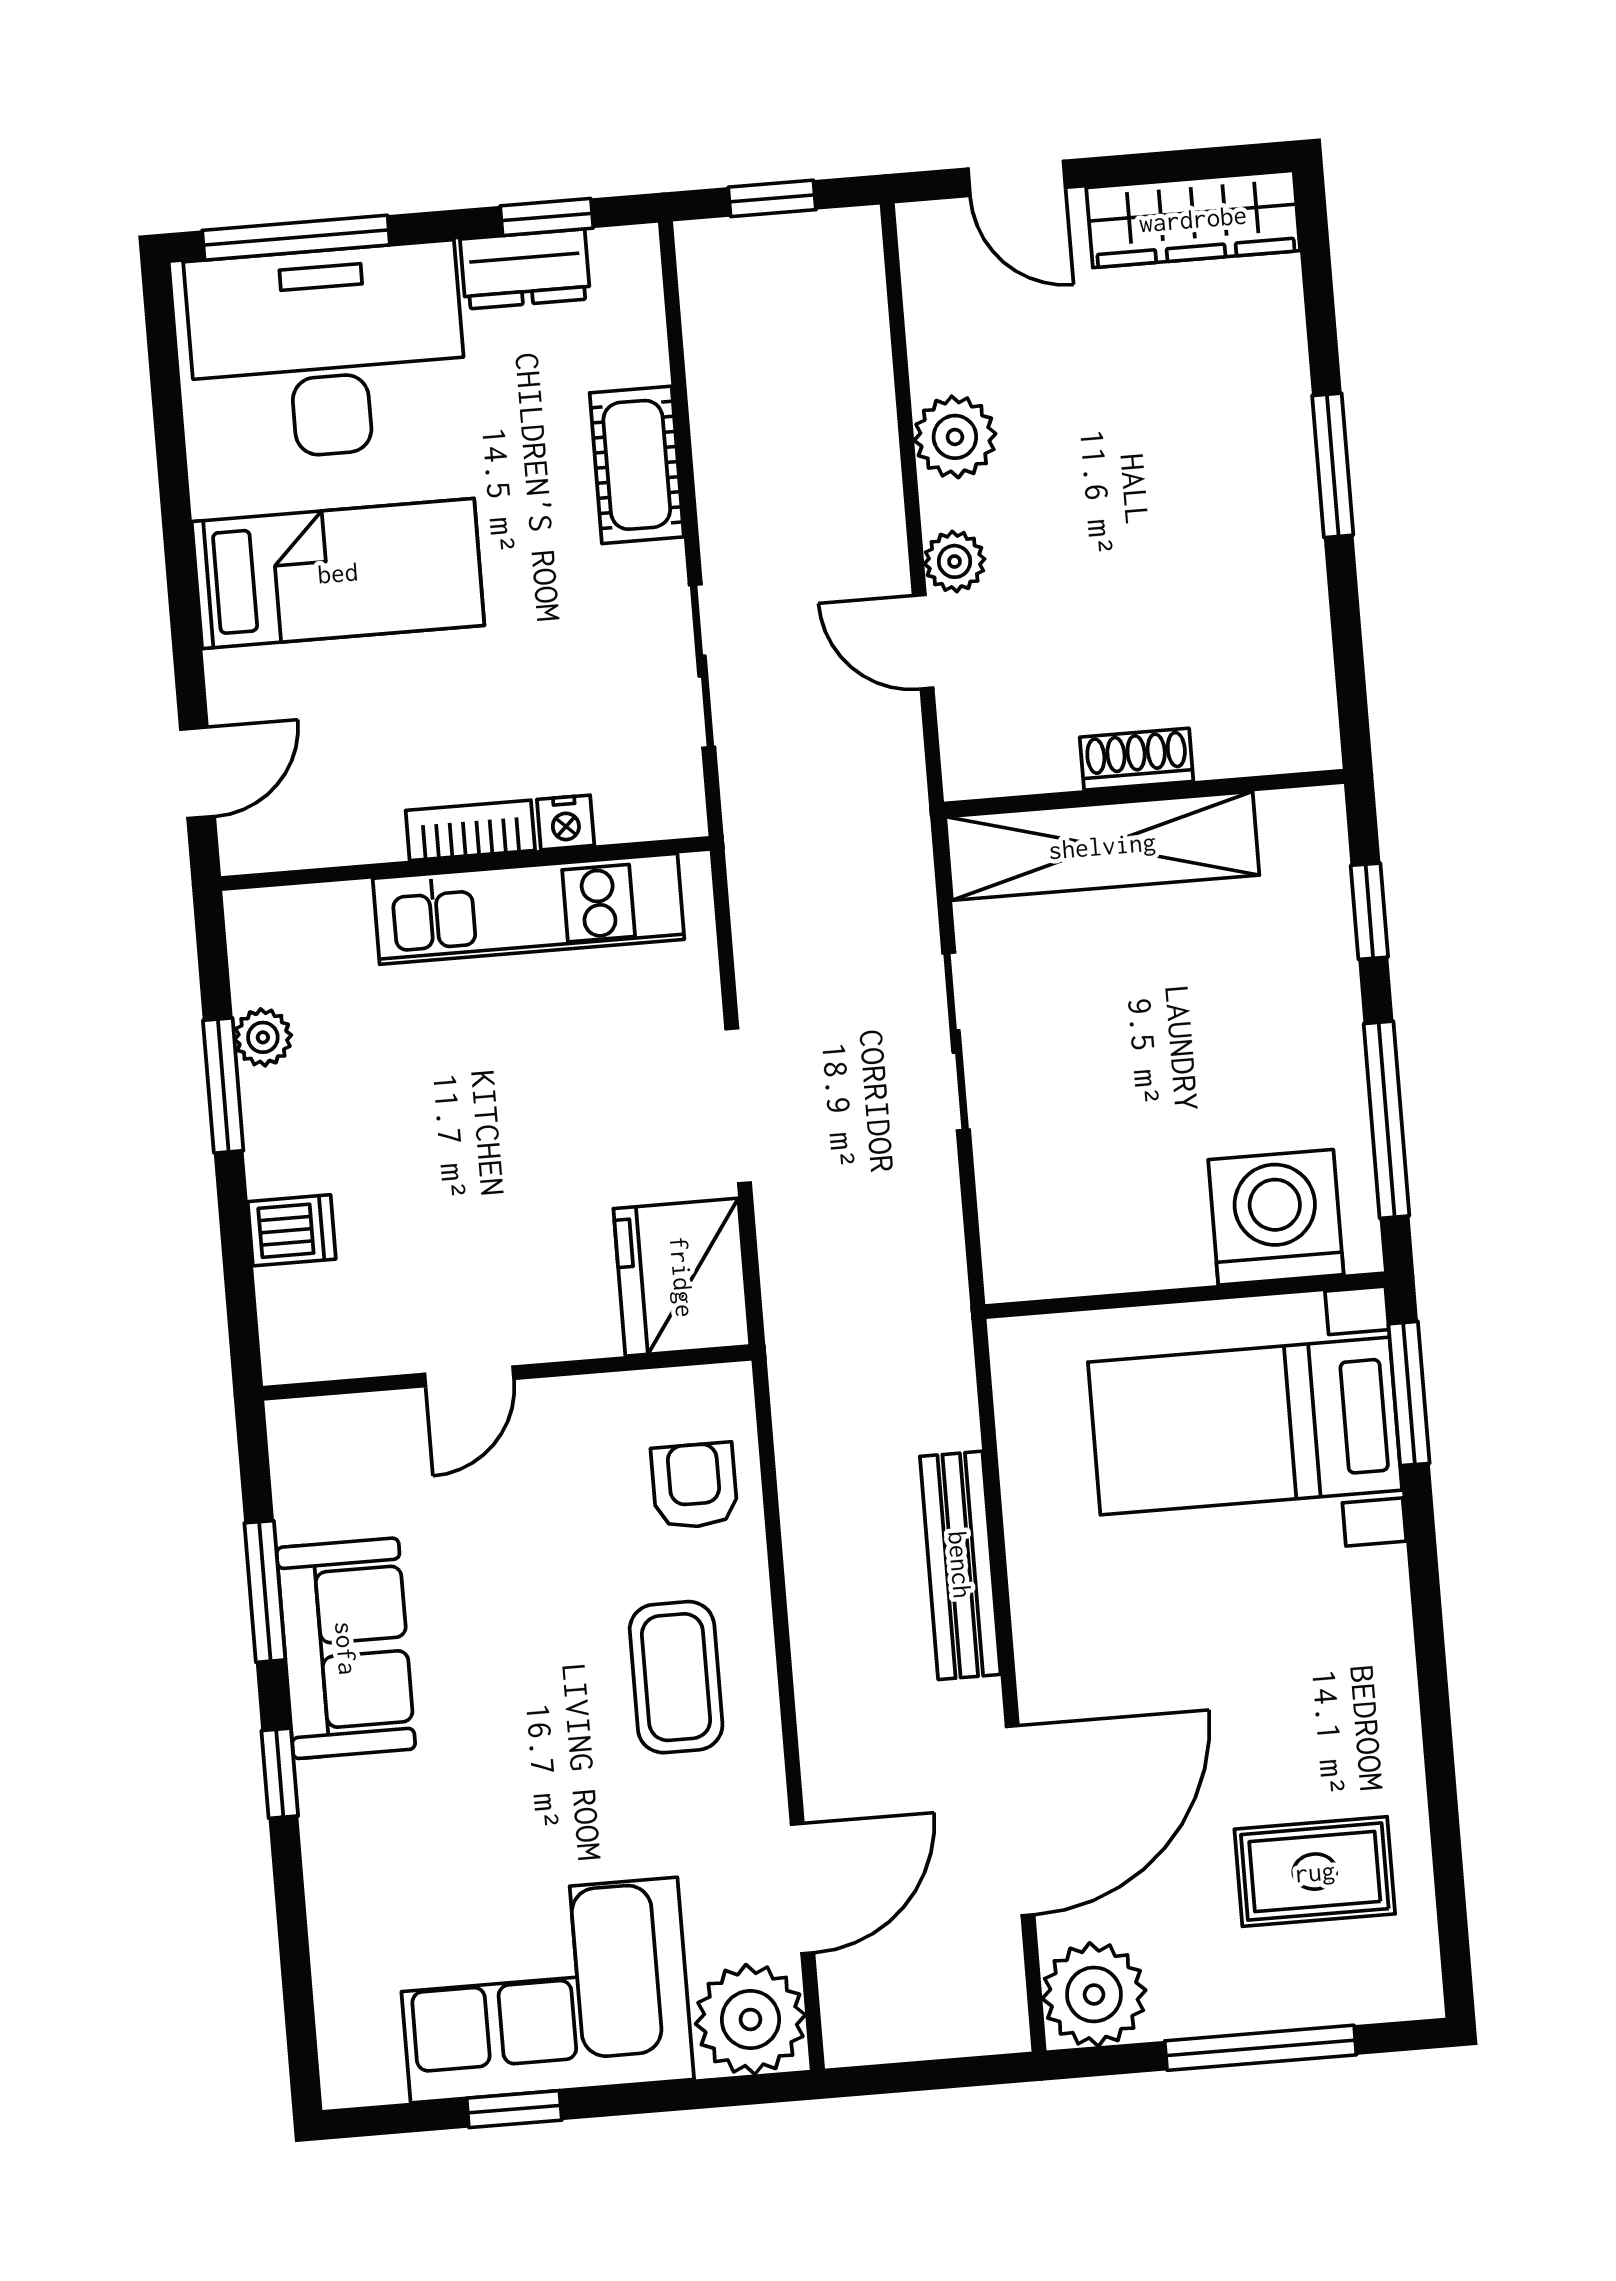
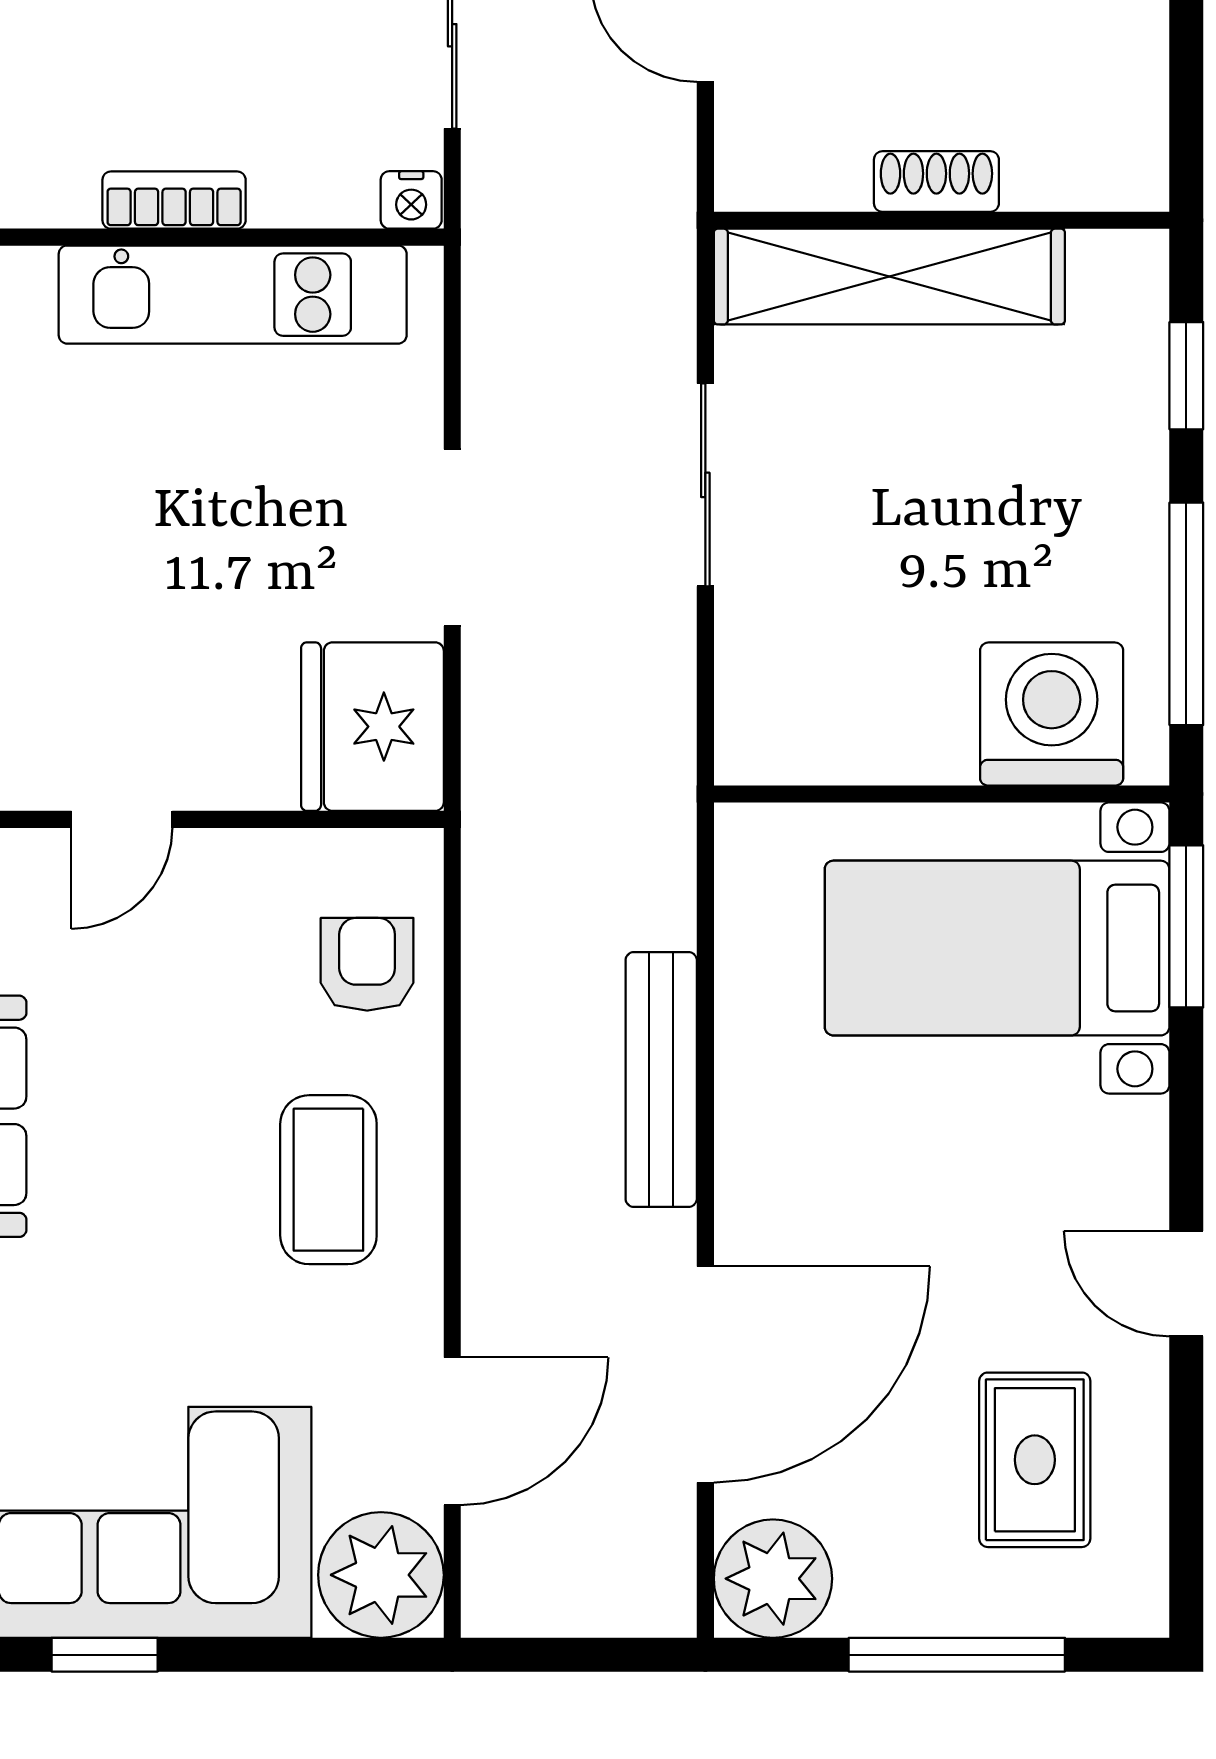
nightstand: (566, 822) -> (411, 200), moved
door: (1435, 1706) -> (1186, 1284), added
rug: (1315, 1872) -> (1035, 1460), turned 90

